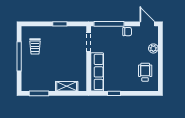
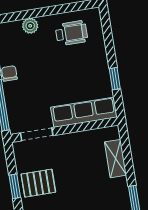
pallet: (60, 38) -> (38, 183), added
wheelchair: (145, 72) -> (72, 33), turned 180

